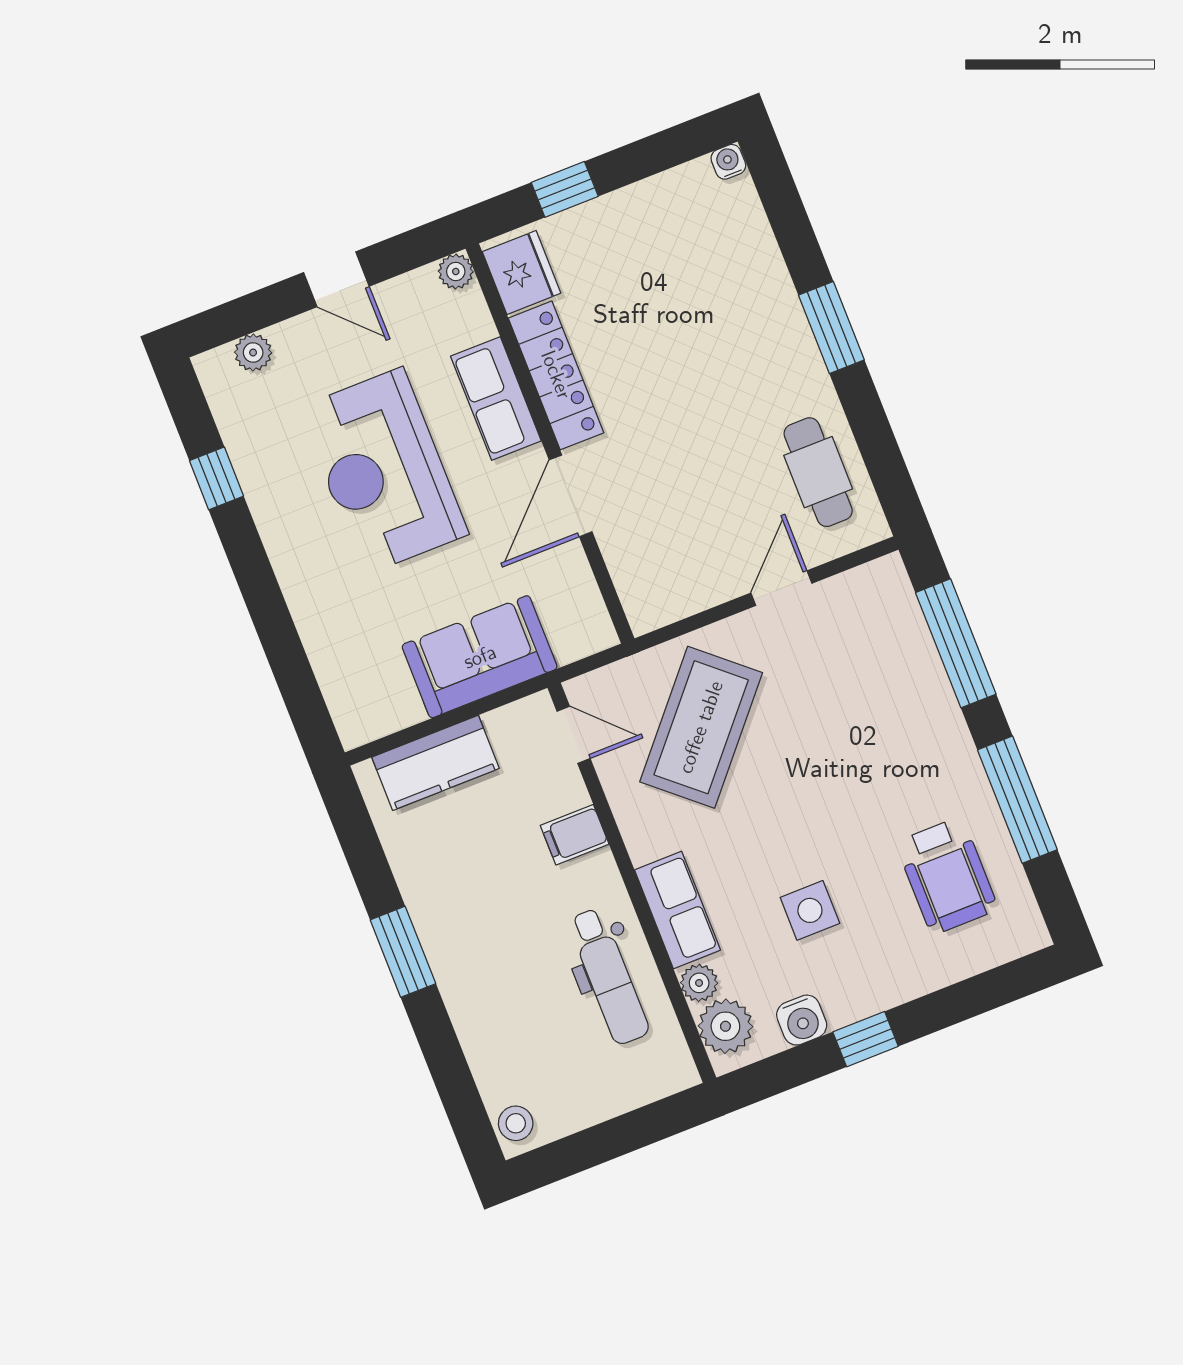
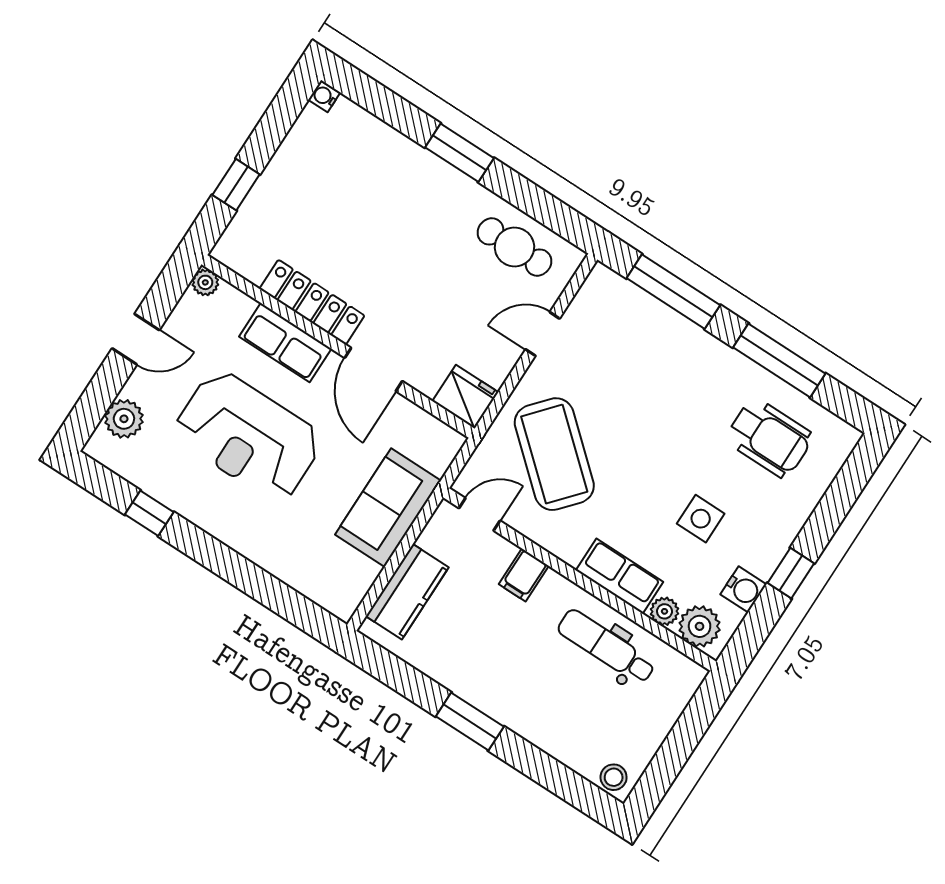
fridge: (522, 272) -> (465, 397), moved
plant: (253, 352) -> (124, 419), width x1.38, depth x1.38
door: (781, 588) -> (543, 334), hinge flipped
dental chair: (609, 976) -> (606, 647), turned 180

